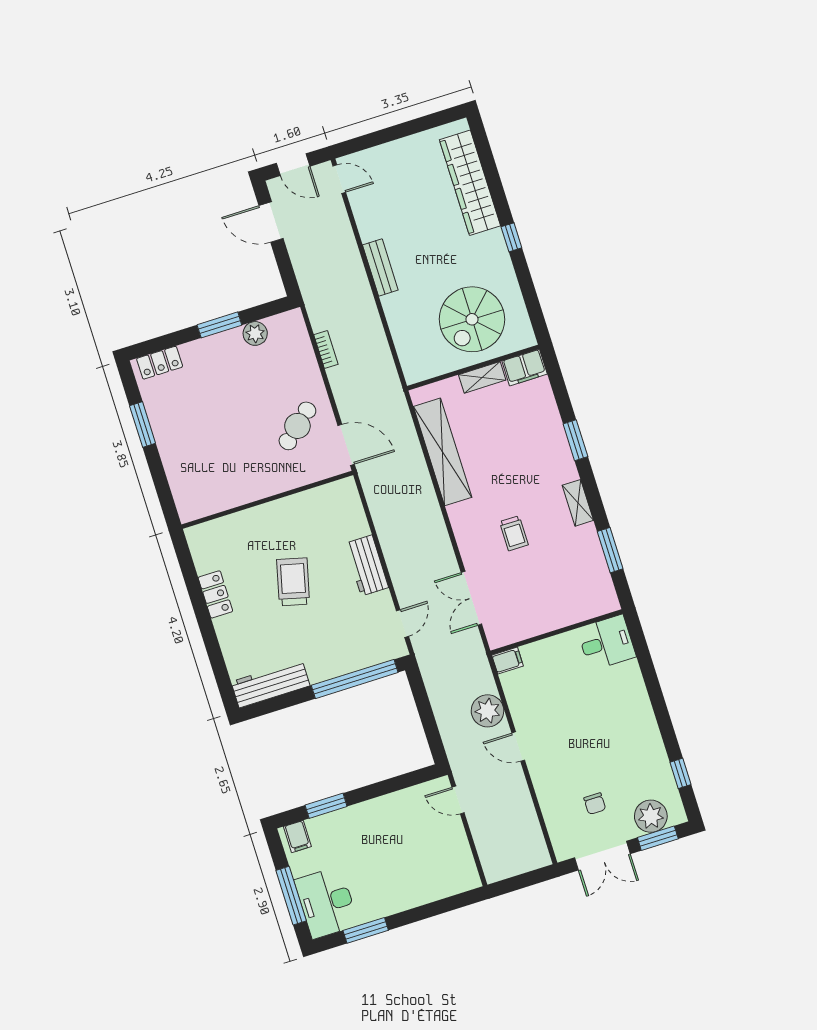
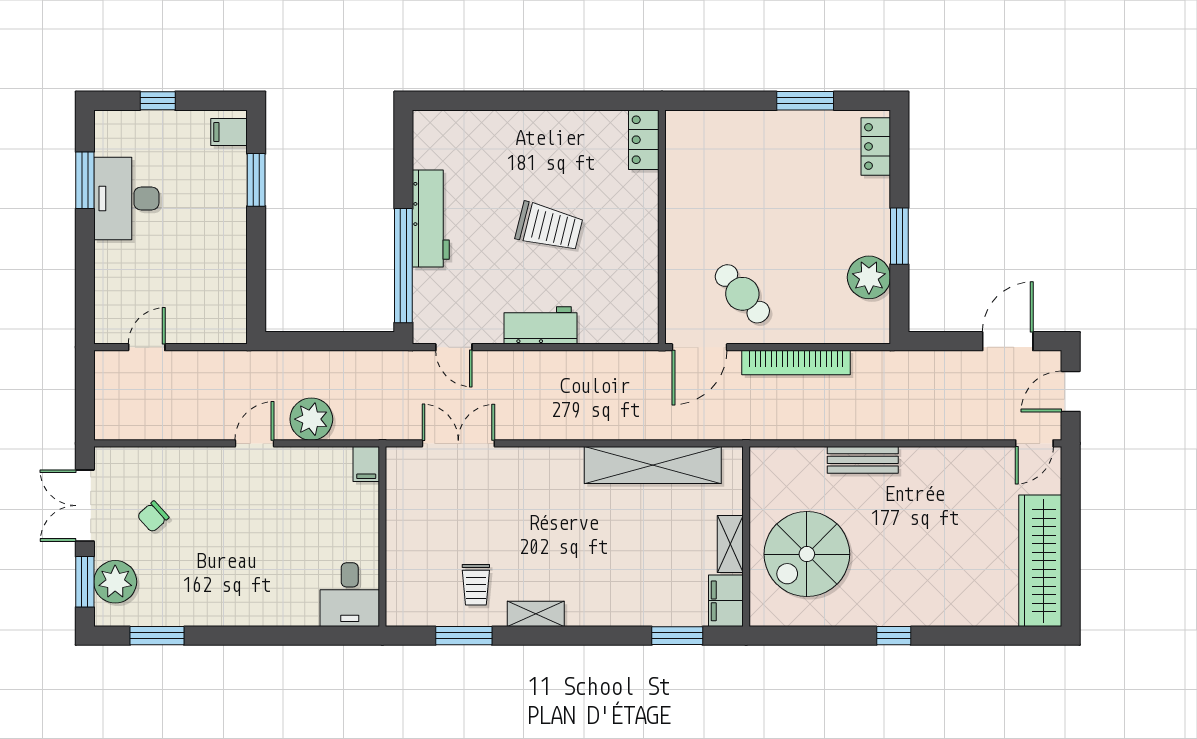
wardrobe: (470, 183) -> (1040, 561), moved, turned -90
bench: (380, 267) -> (863, 460), moved
spiral stairs: (472, 319) -> (807, 554), turned -90
plant: (255, 333) -> (869, 277), width x1.36, depth x1.36
bookcase: (326, 349) -> (796, 362), width x2.31, depth x1.31
window: (575, 440) -> (677, 636), moved
trolley: (514, 533) -> (476, 585), moved, turned -90
locker: (215, 594) -> (644, 140), moved, turned 90
workbench: (270, 684) -> (431, 219), moved
window: (680, 773) -> (157, 636), width x1.50
door: (458, 800) -> (147, 347), moved
chair: (595, 804) -> (153, 517), turned -42
window: (291, 896) -> (158, 101), width x0.46
desk: (326, 902) -> (126, 198), moved, turned -90

